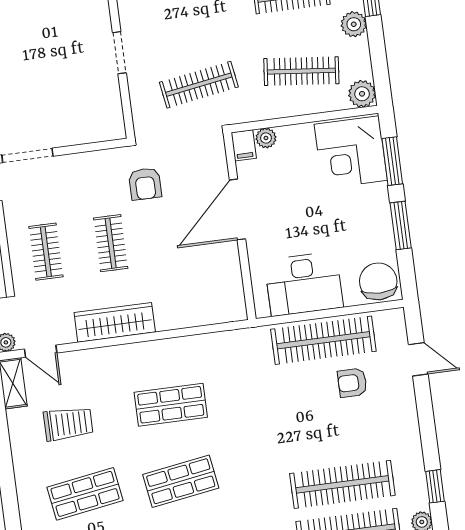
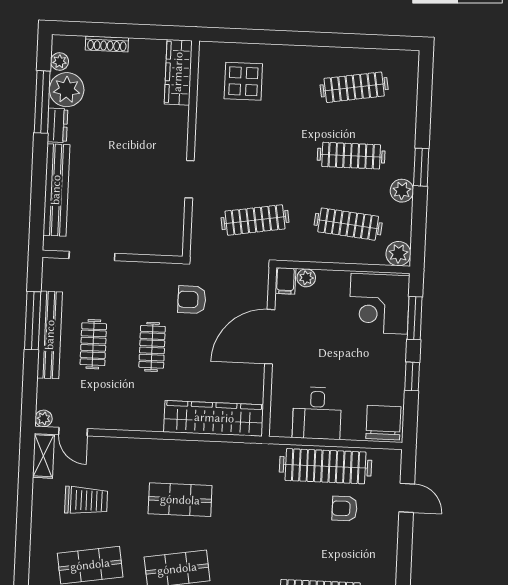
armchair: (145, 184) -> (192, 300), turned 90
window: (401, 225) -> (412, 376), width x0.67
desk: (304, 284) -> (317, 413), width x0.73
wardrobe: (115, 322) -> (214, 418), moved, width x1.40, depth x1.17

